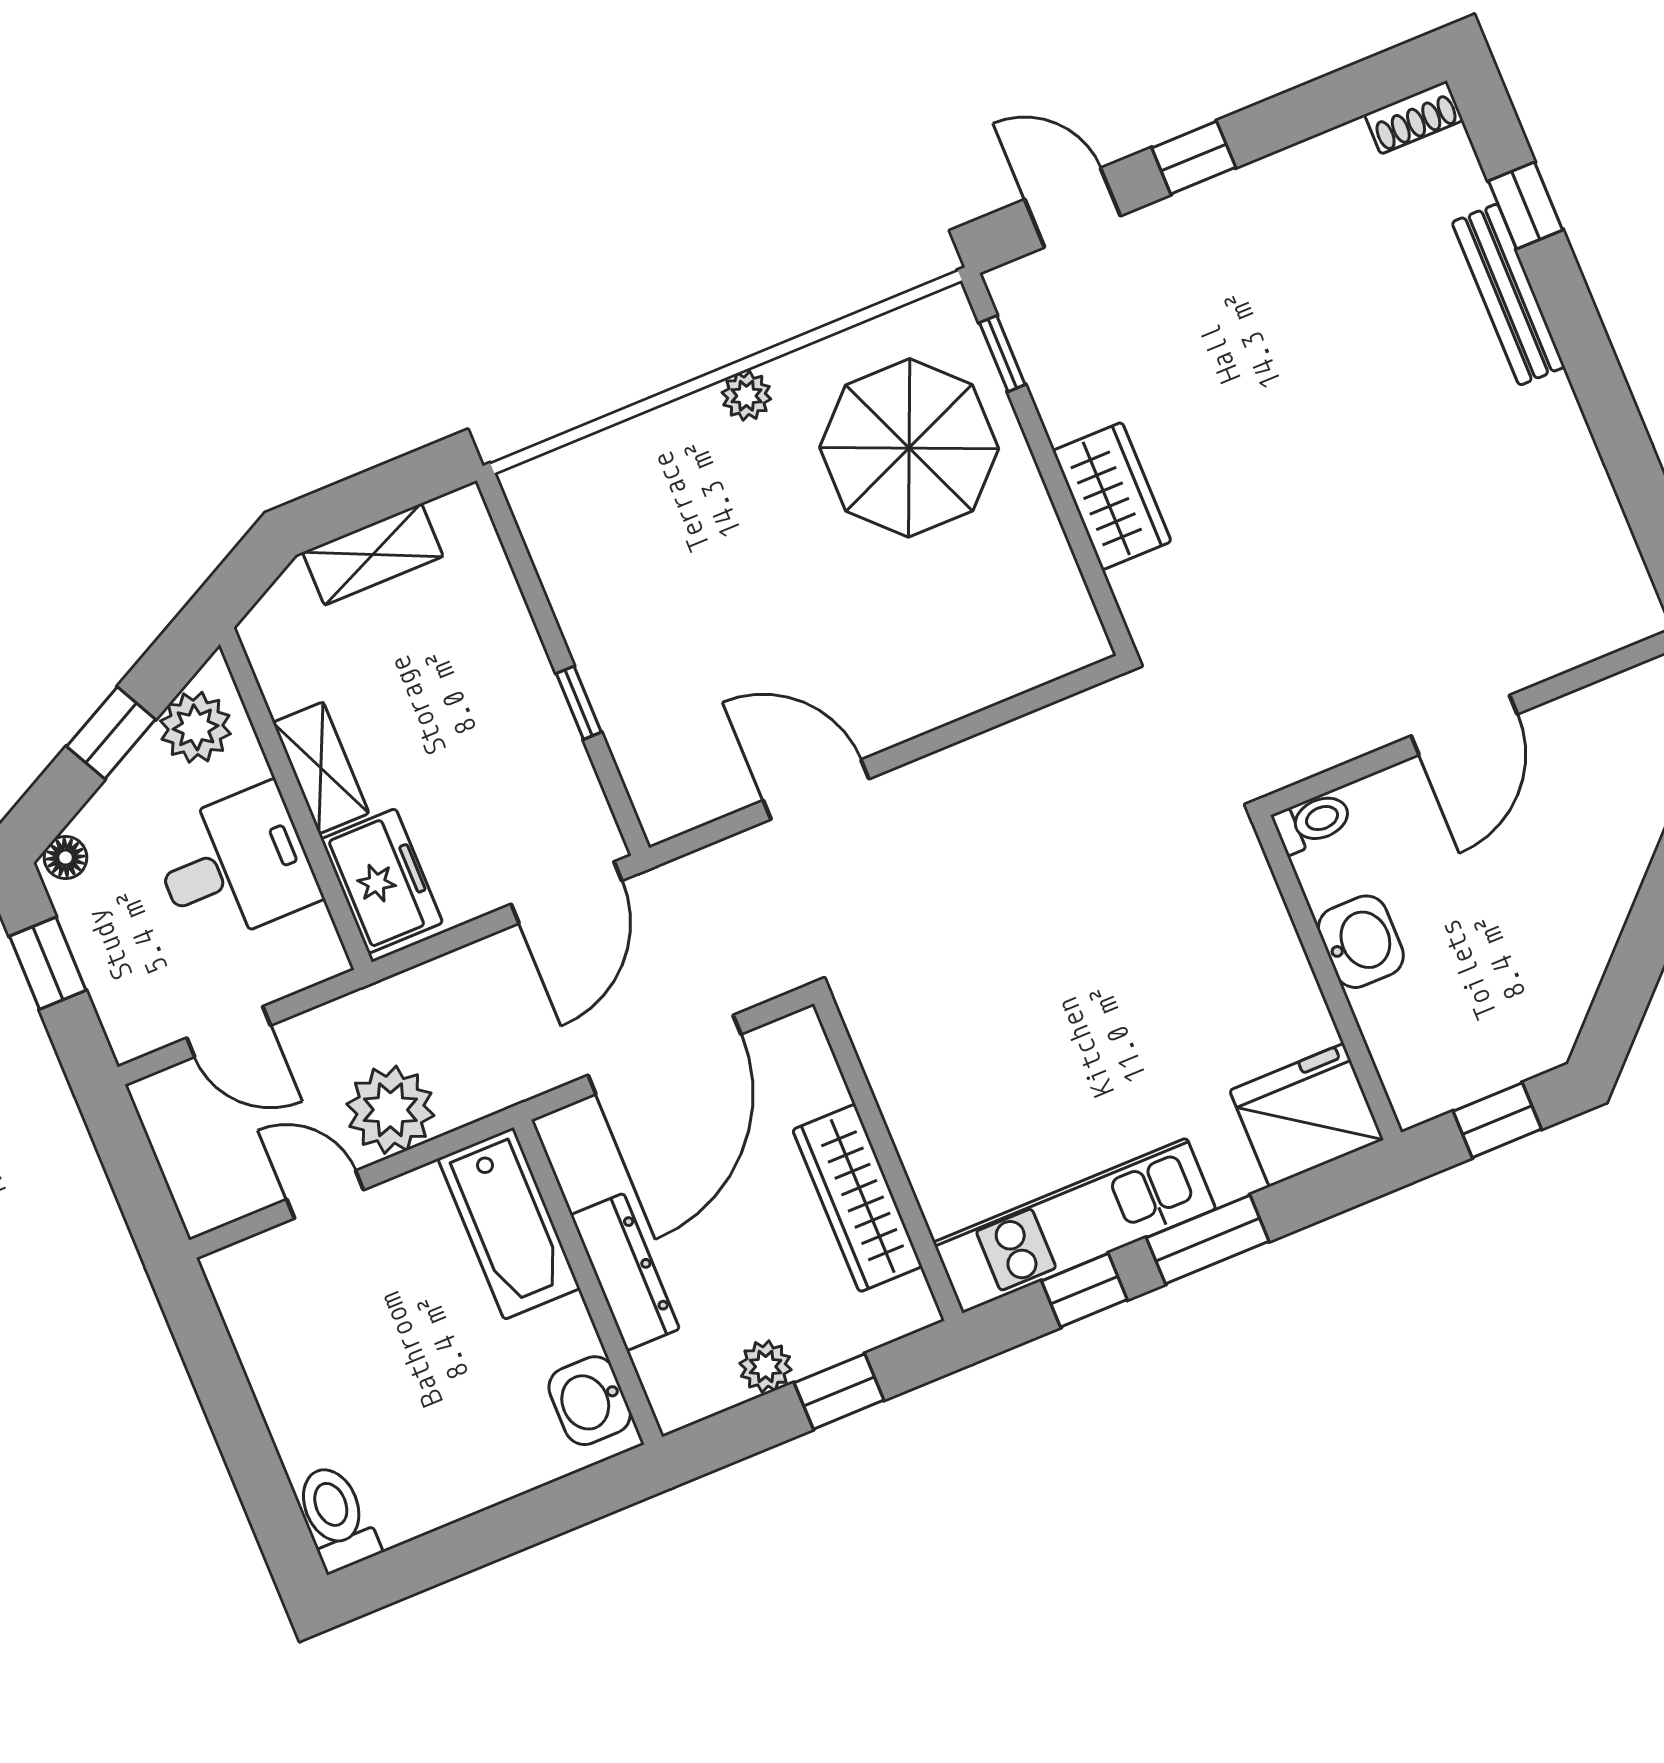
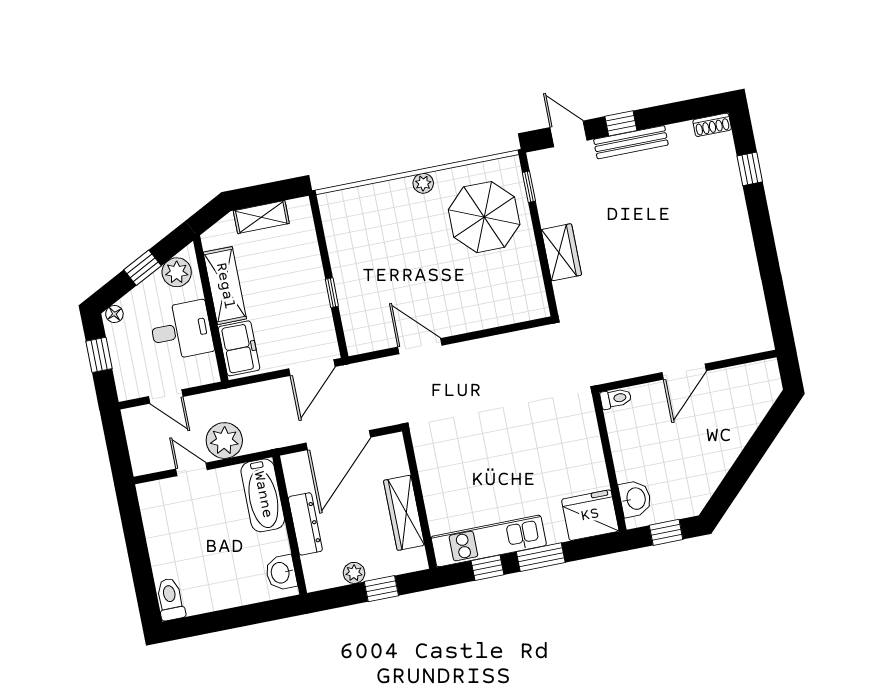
bench: (1508, 294) -> (631, 142), moved, turned 90
shelving: (321, 768) -> (225, 286), width x1.50, depth x1.33
washbasin: (1361, 942) -> (635, 499), moved

